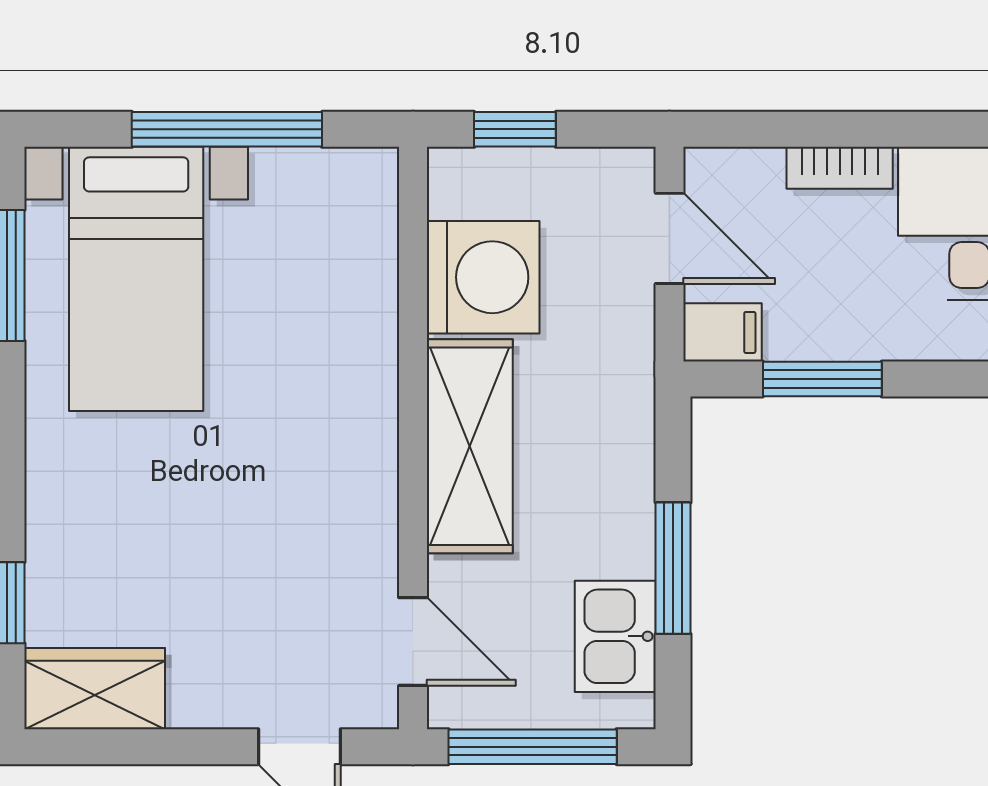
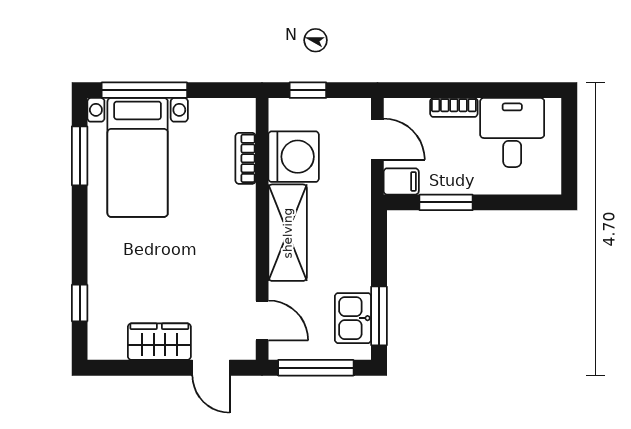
window: (227, 129) -> (144, 90), moved
bookcase: (376, 281) -> (246, 158), added
window: (673, 568) -> (379, 316), moved
wardrobe: (95, 689) -> (159, 342), moved

